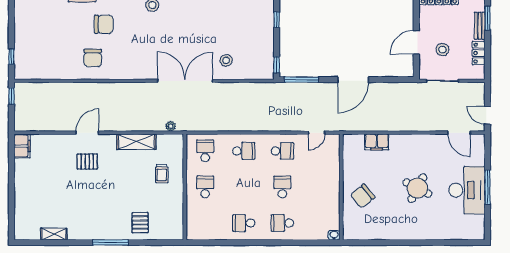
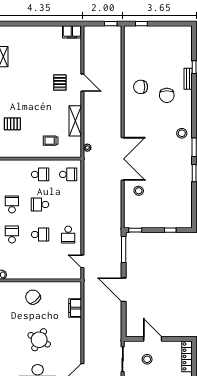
school desk: (244, 151) -> (40, 204), moved, turned 90

